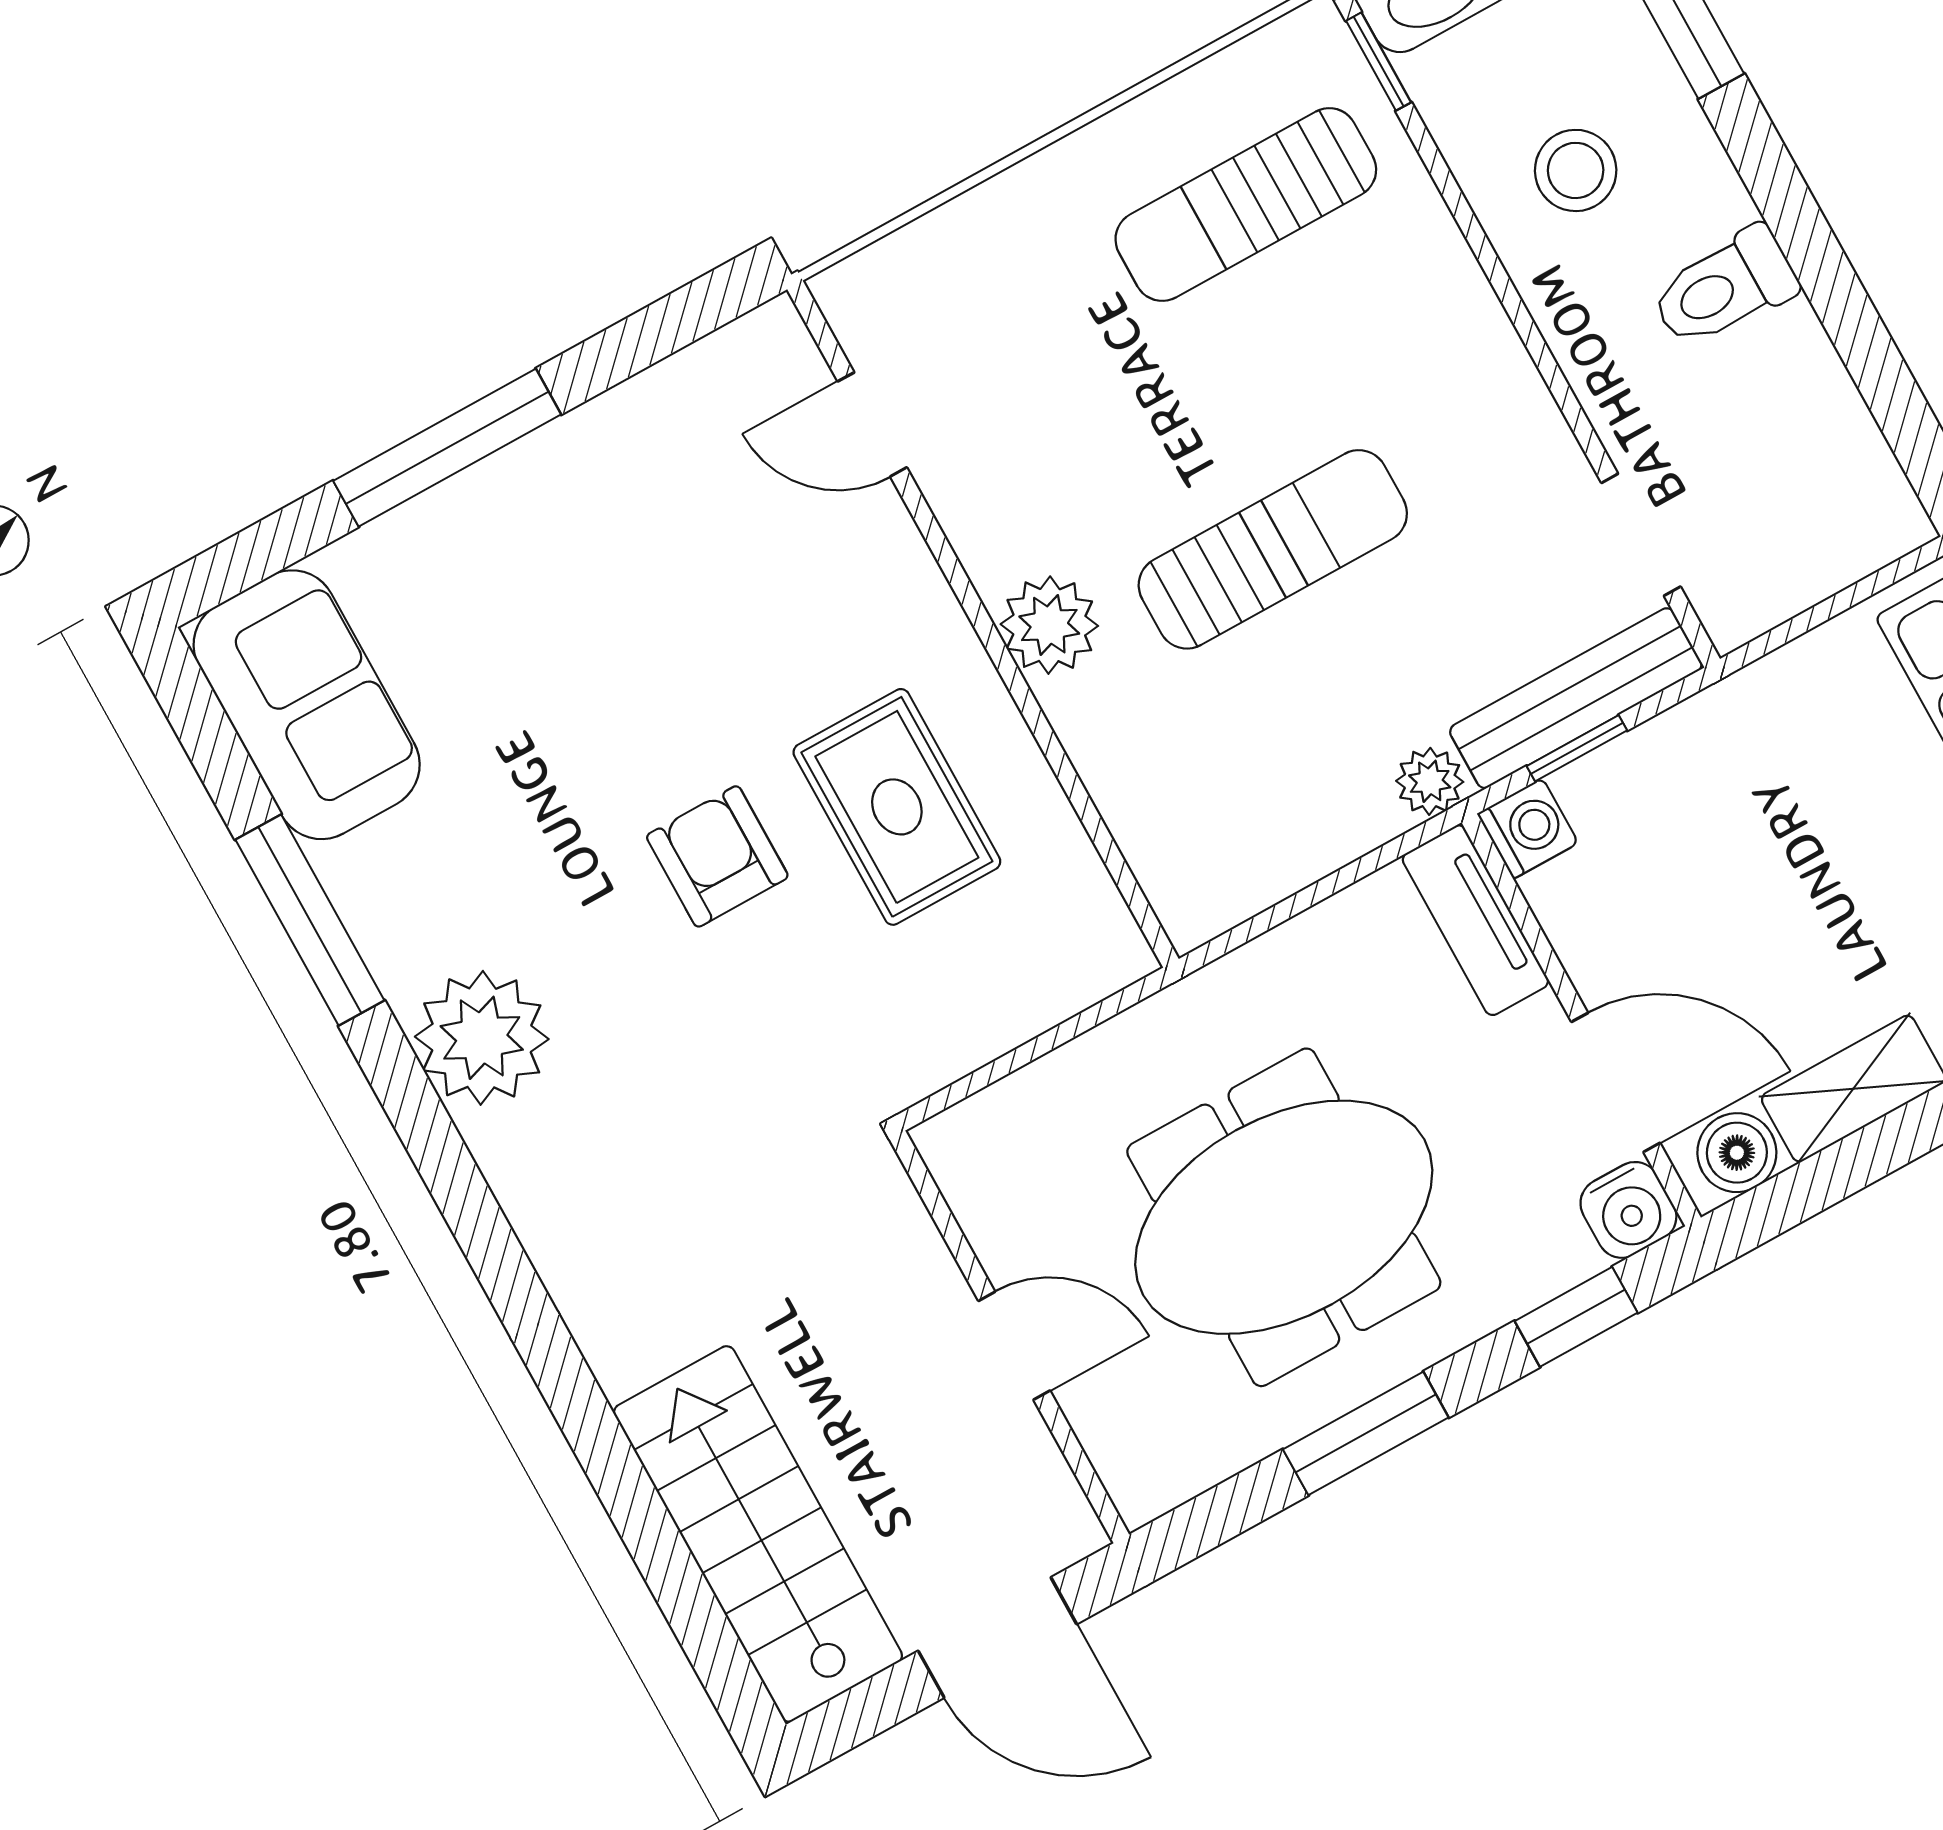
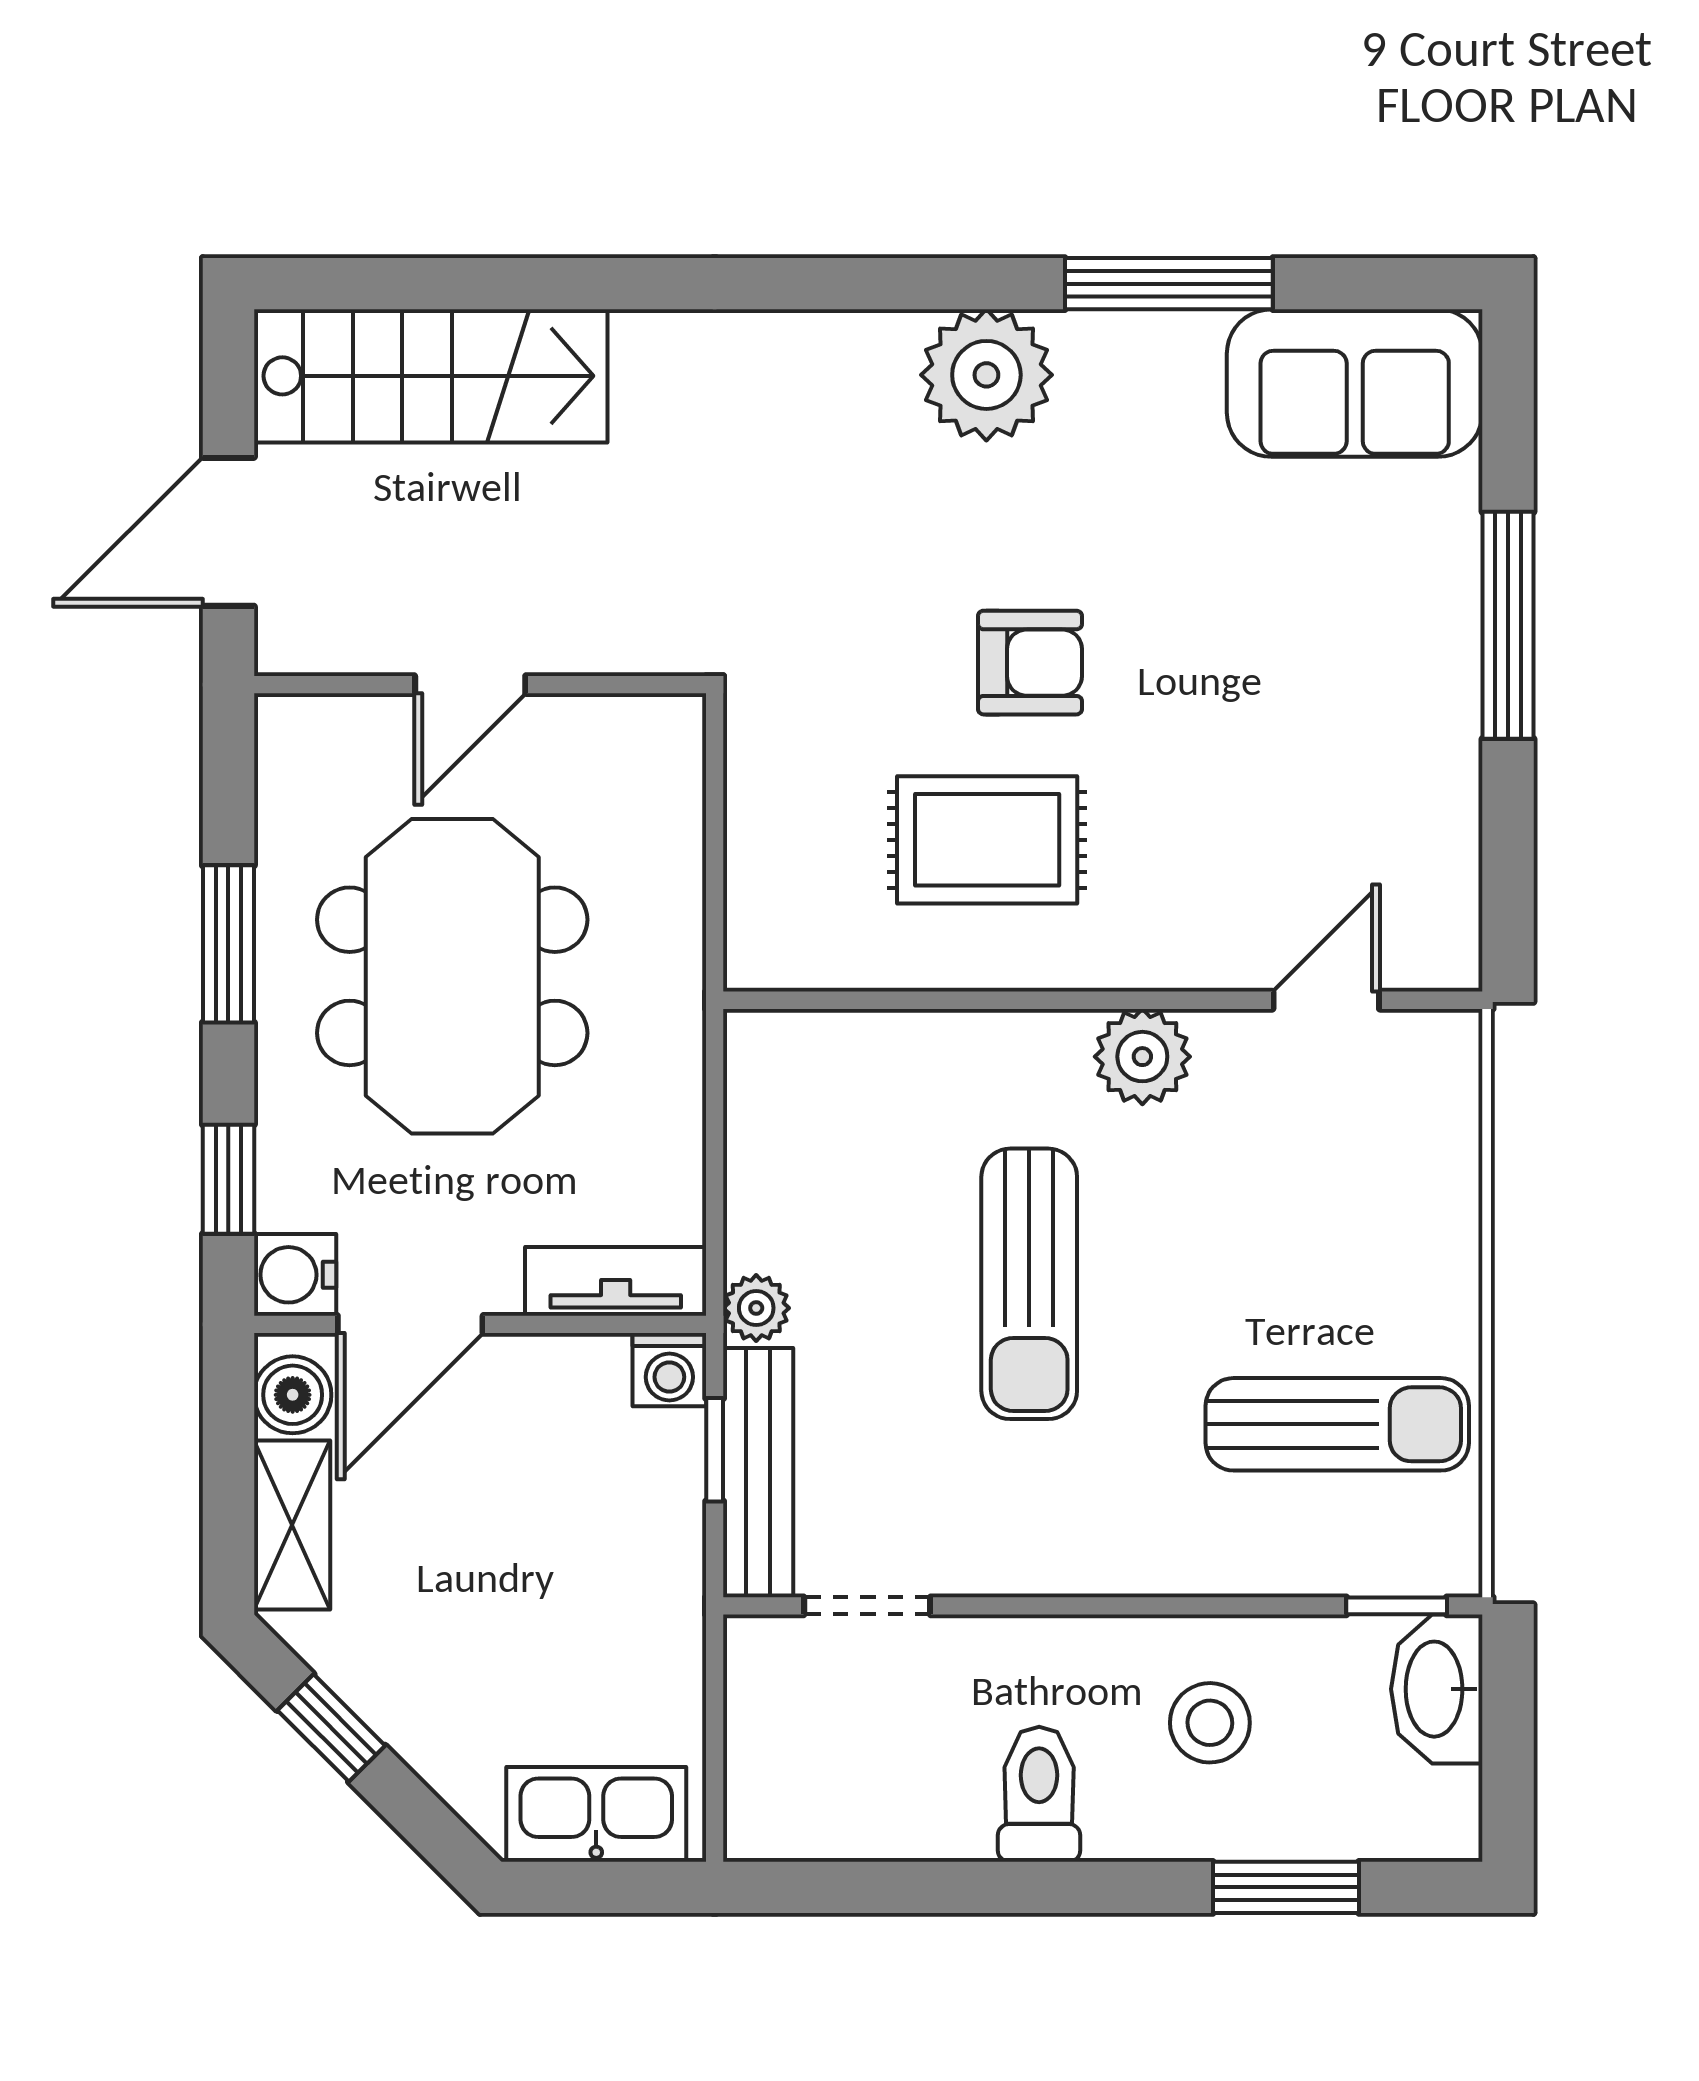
sun lounger: (1246, 205) -> (1337, 1424), turned 90
plant: (1049, 625) -> (1142, 1057), moved

